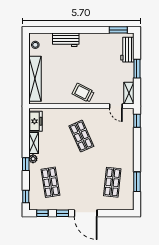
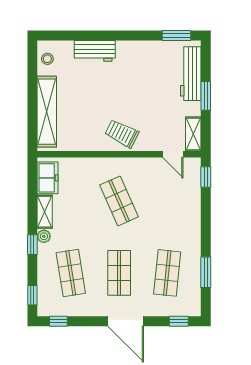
workbench: (127, 50) -> (191, 74), width x1.38
shop shelf: (81, 182) -> (119, 273), added
window: (62, 213) -> (179, 321), moved

